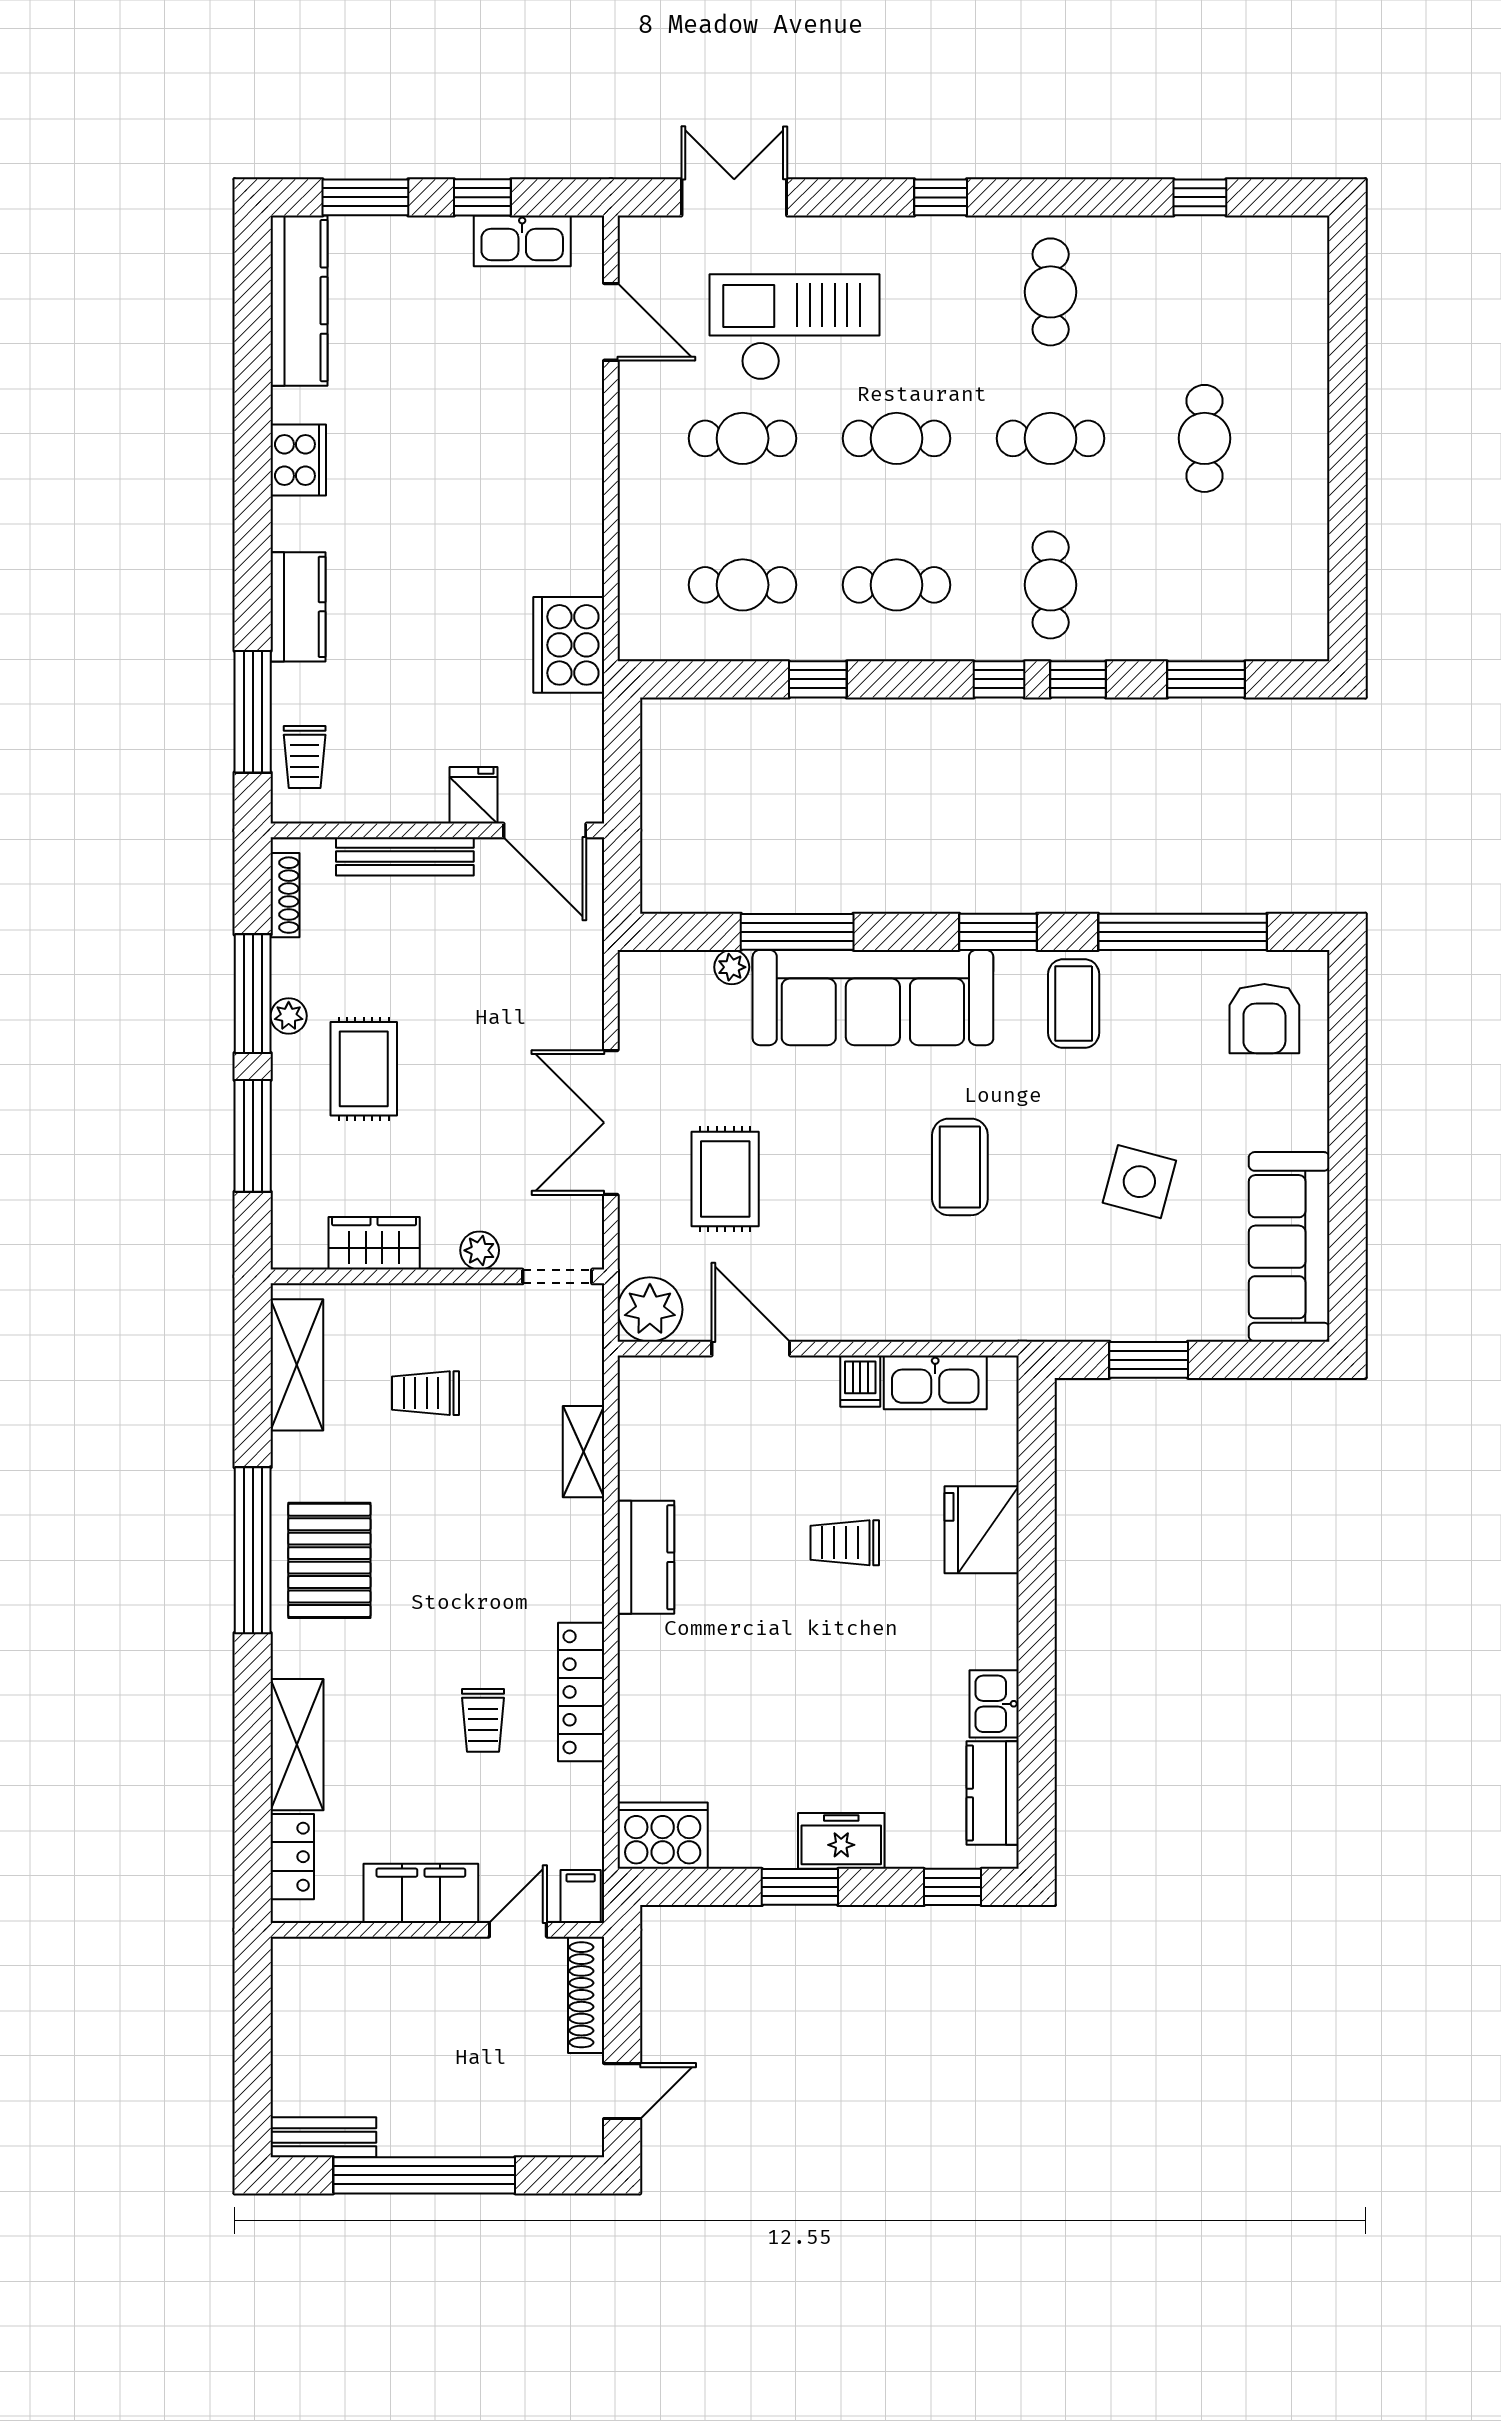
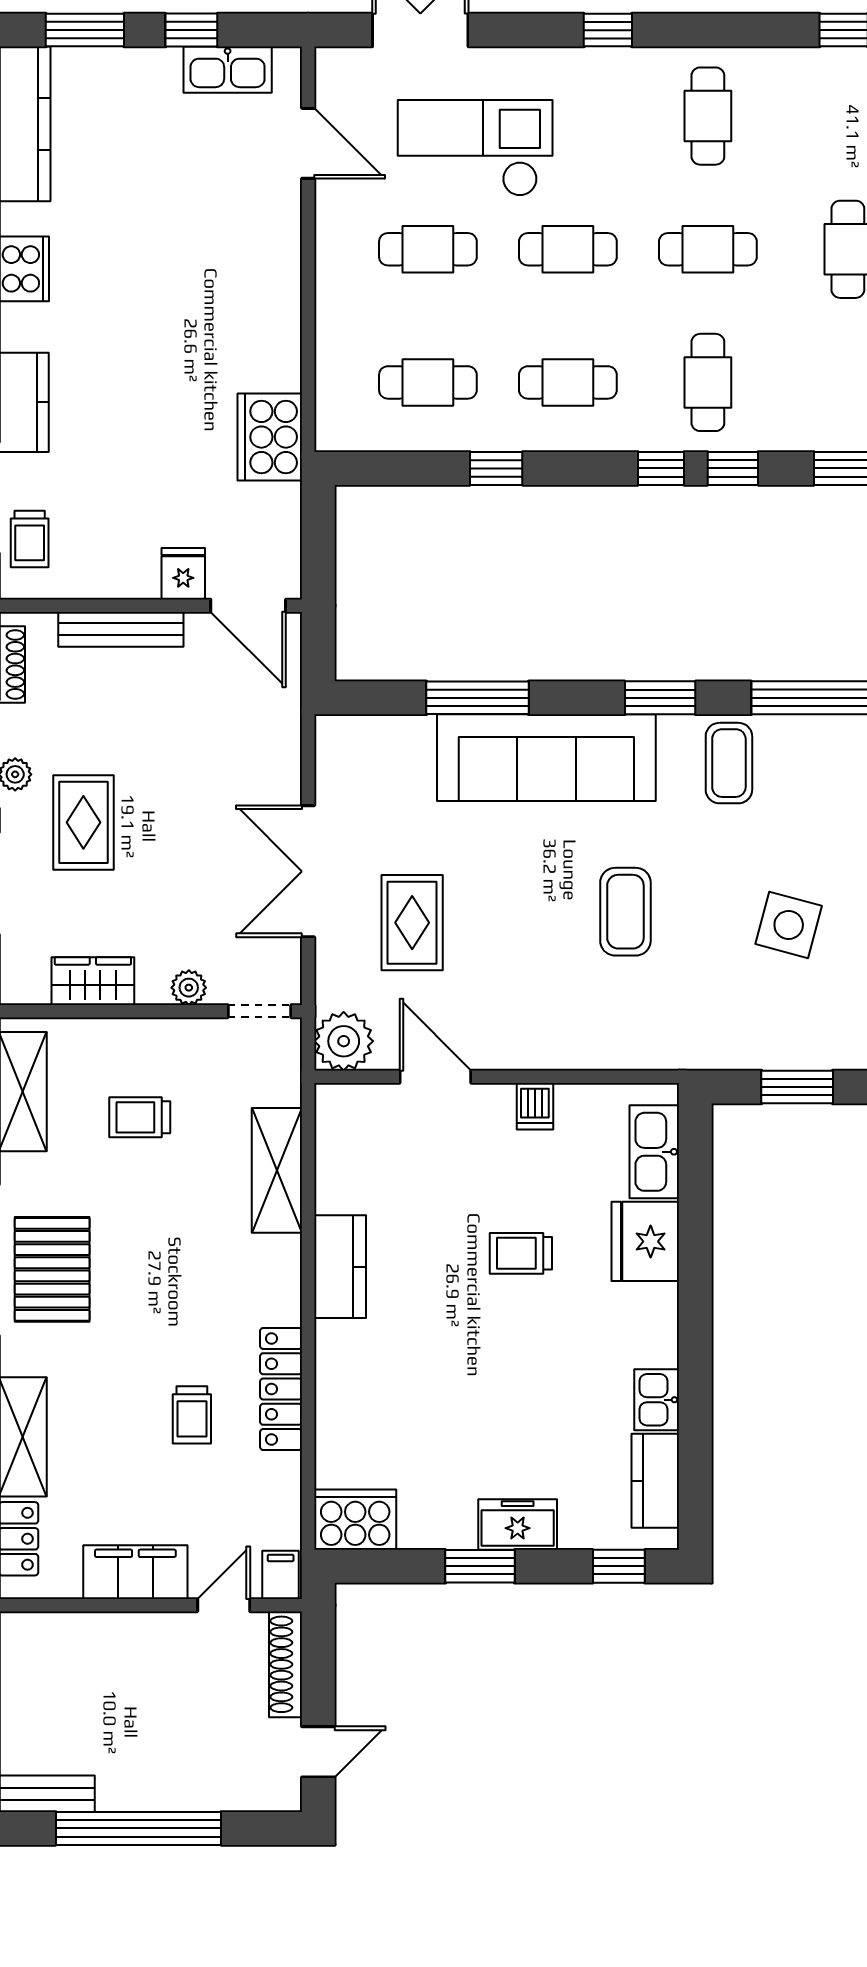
plant: (732, 967) -> (418, 730), removed
kitchen sink: (935, 1382) -> (654, 1152), moved, turned 90
shelving: (583, 1452) -> (277, 1170), width x1.50, depth x1.33

